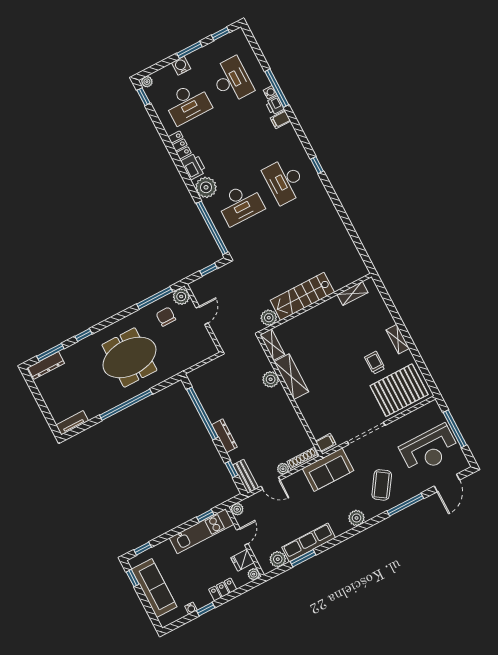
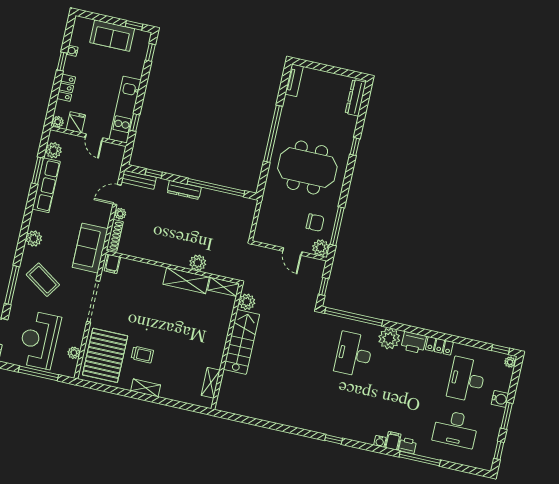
water cooler: (270, 92) -> (380, 441), moved
desk: (285, 181) -> (343, 404), removed
window: (50, 352) -> (363, 109), removed
meeting table: (129, 357) -> (307, 168), turned 90
plant: (237, 509) -> (74, 353), moved
sofa: (154, 588) -> (112, 36), width x0.73

